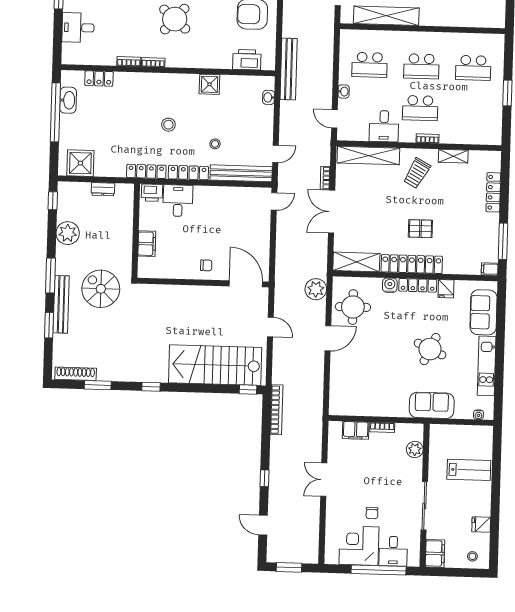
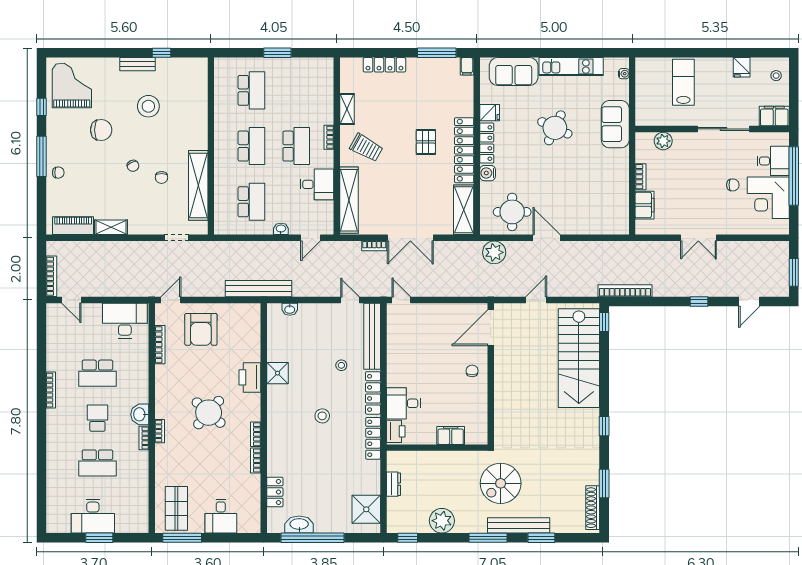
printer: (247, 60) -> (250, 377), moved

